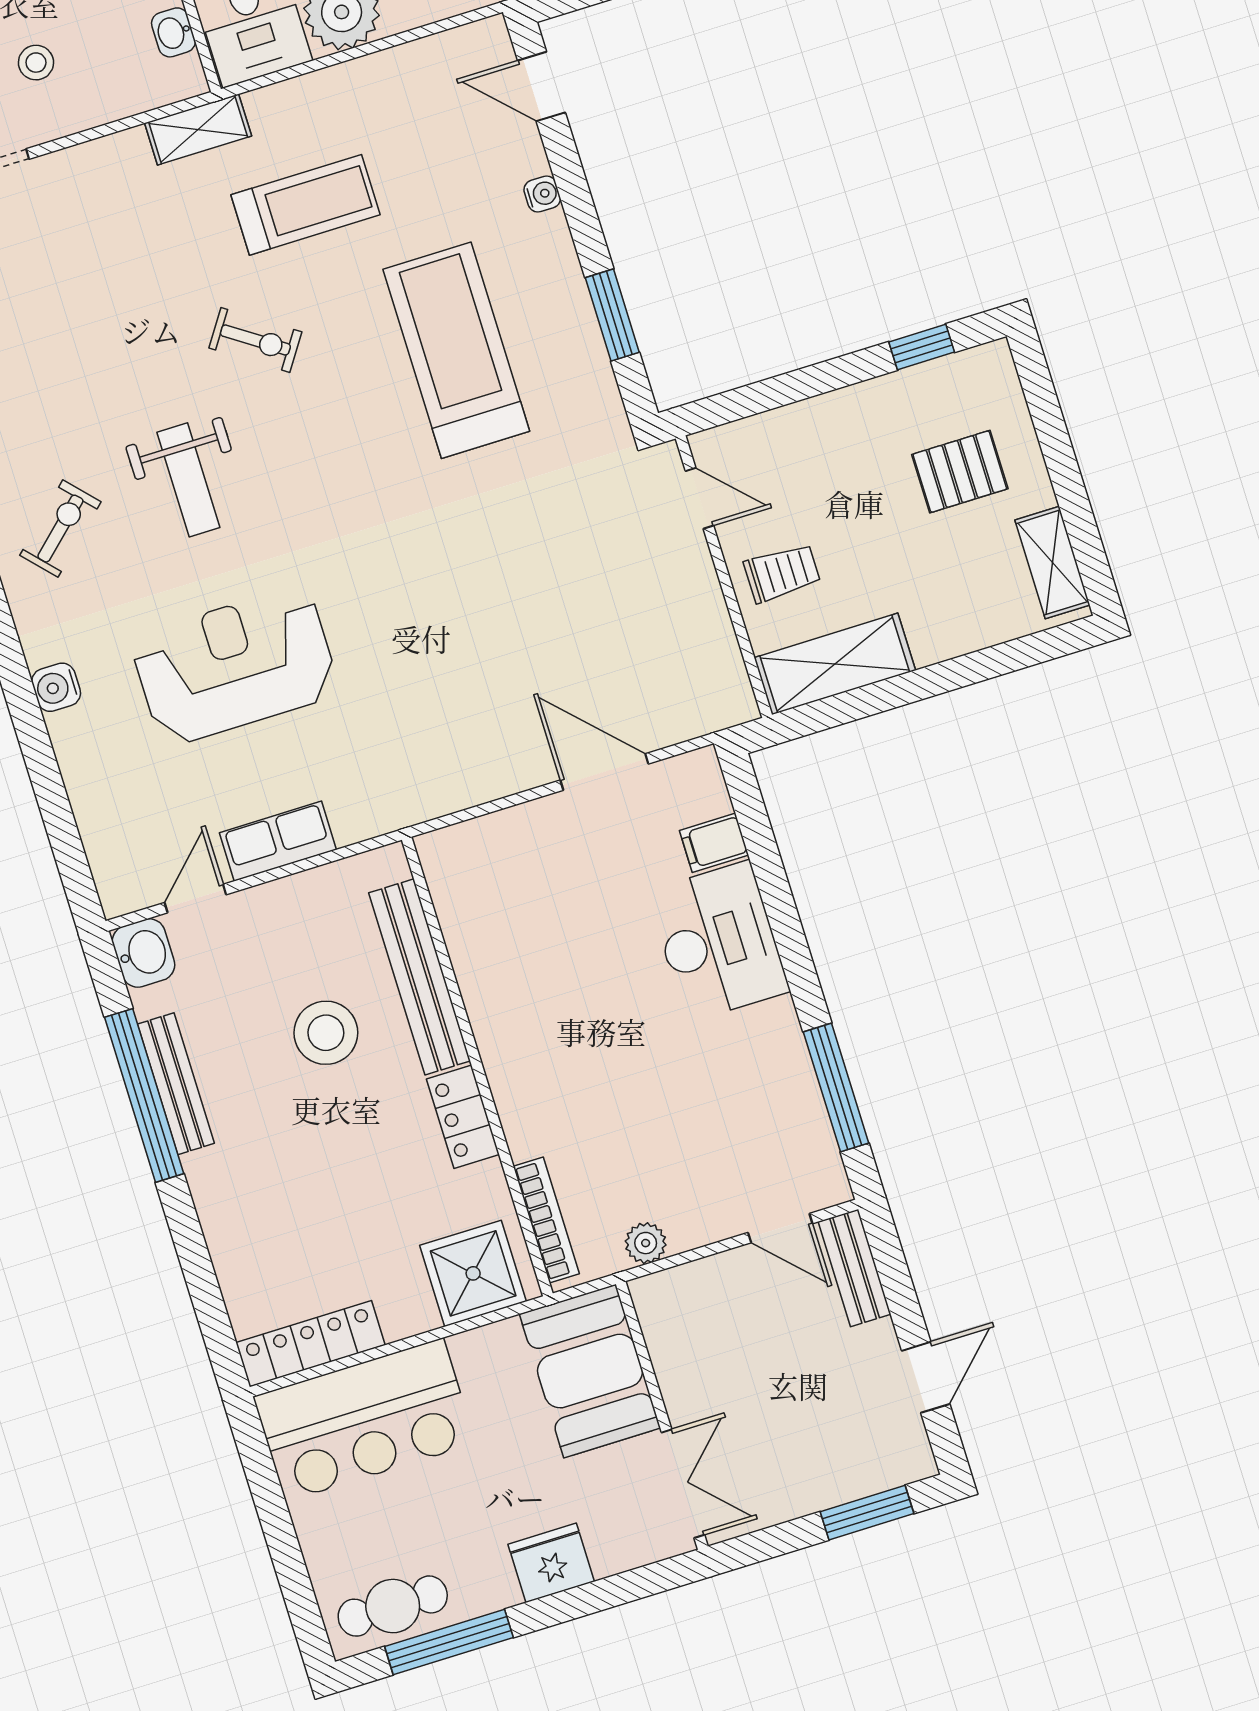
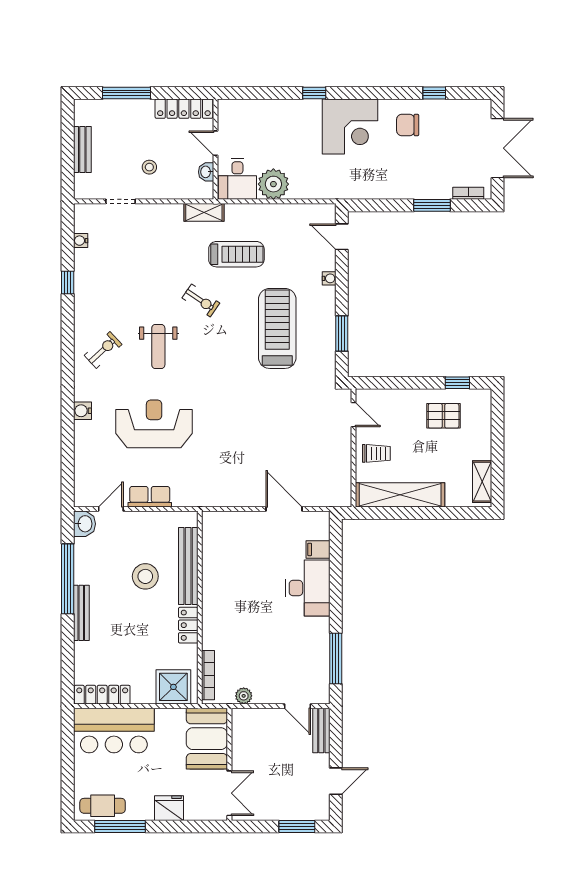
pallet: (960, 472) -> (444, 416), moved
shelving: (835, 664) -> (400, 495), width x1.47
bench: (176, 1084) -> (81, 613), moved

